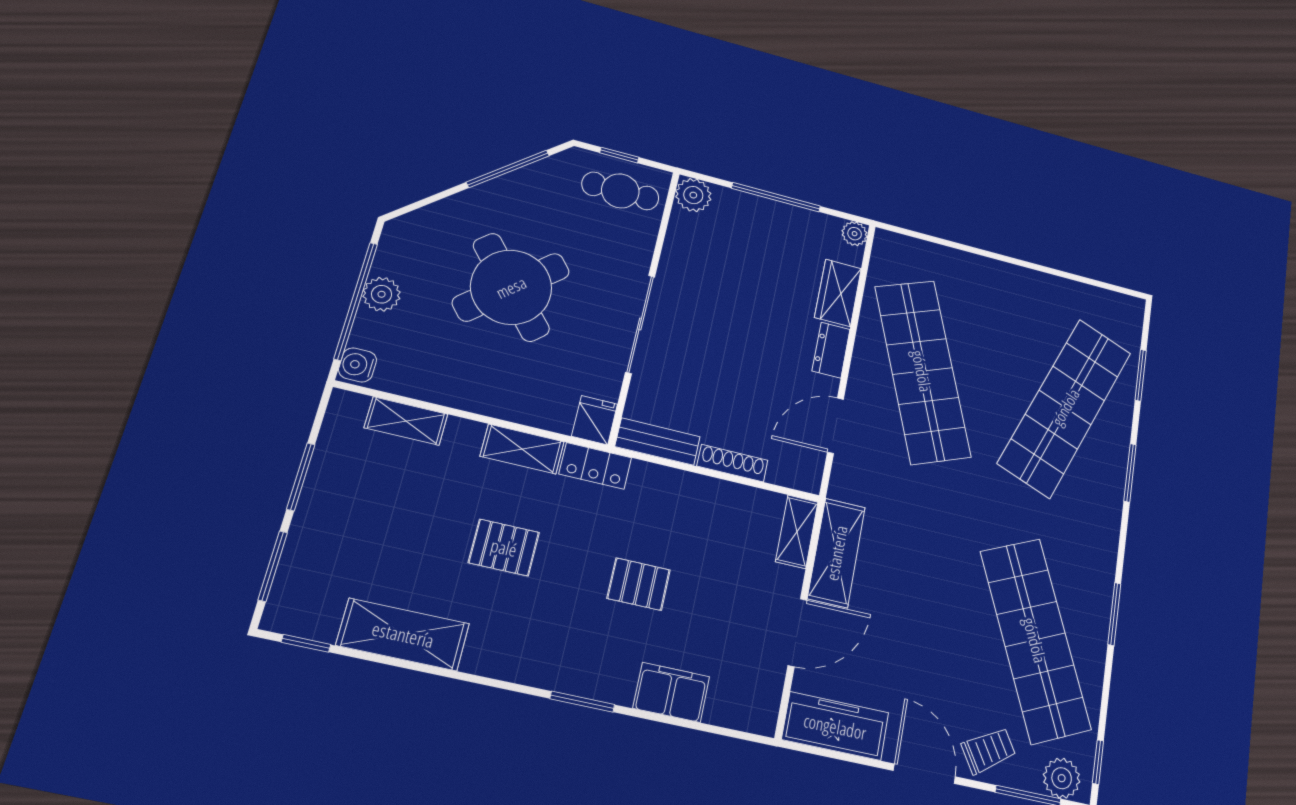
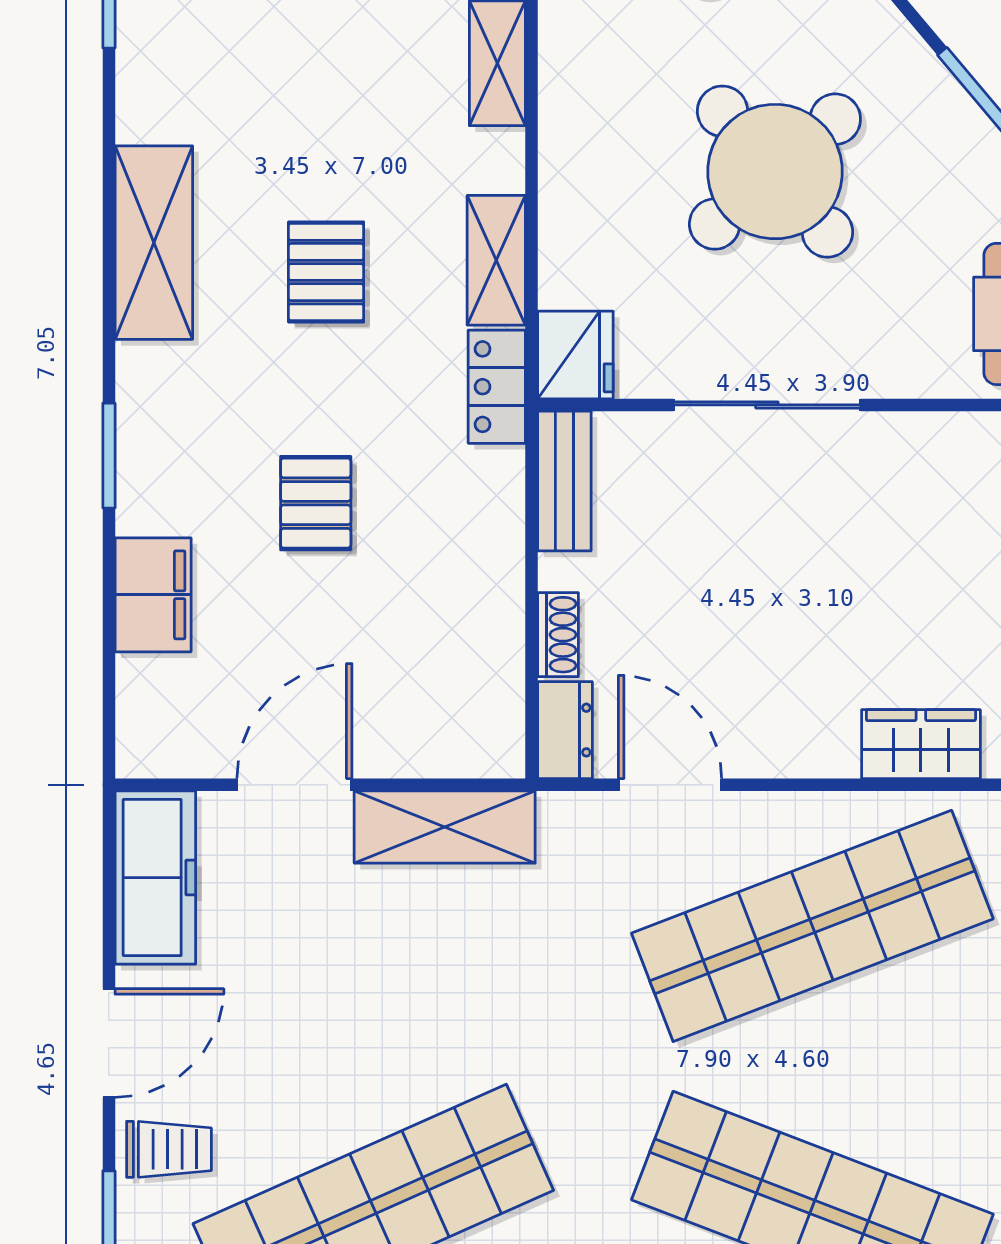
dresser: (831, 350) -> (565, 730), moved, turned 90
fridge: (595, 420) -> (575, 355), width x1.38
shoe rack: (732, 463) -> (558, 635), width x0.70
shelving: (797, 532) -> (465, 751), removed
door: (797, 633) -> (294, 785), swing flipped
shelving: (403, 634) -> (154, 243), moved
trolley: (989, 750) -> (169, 1149), turned -58

